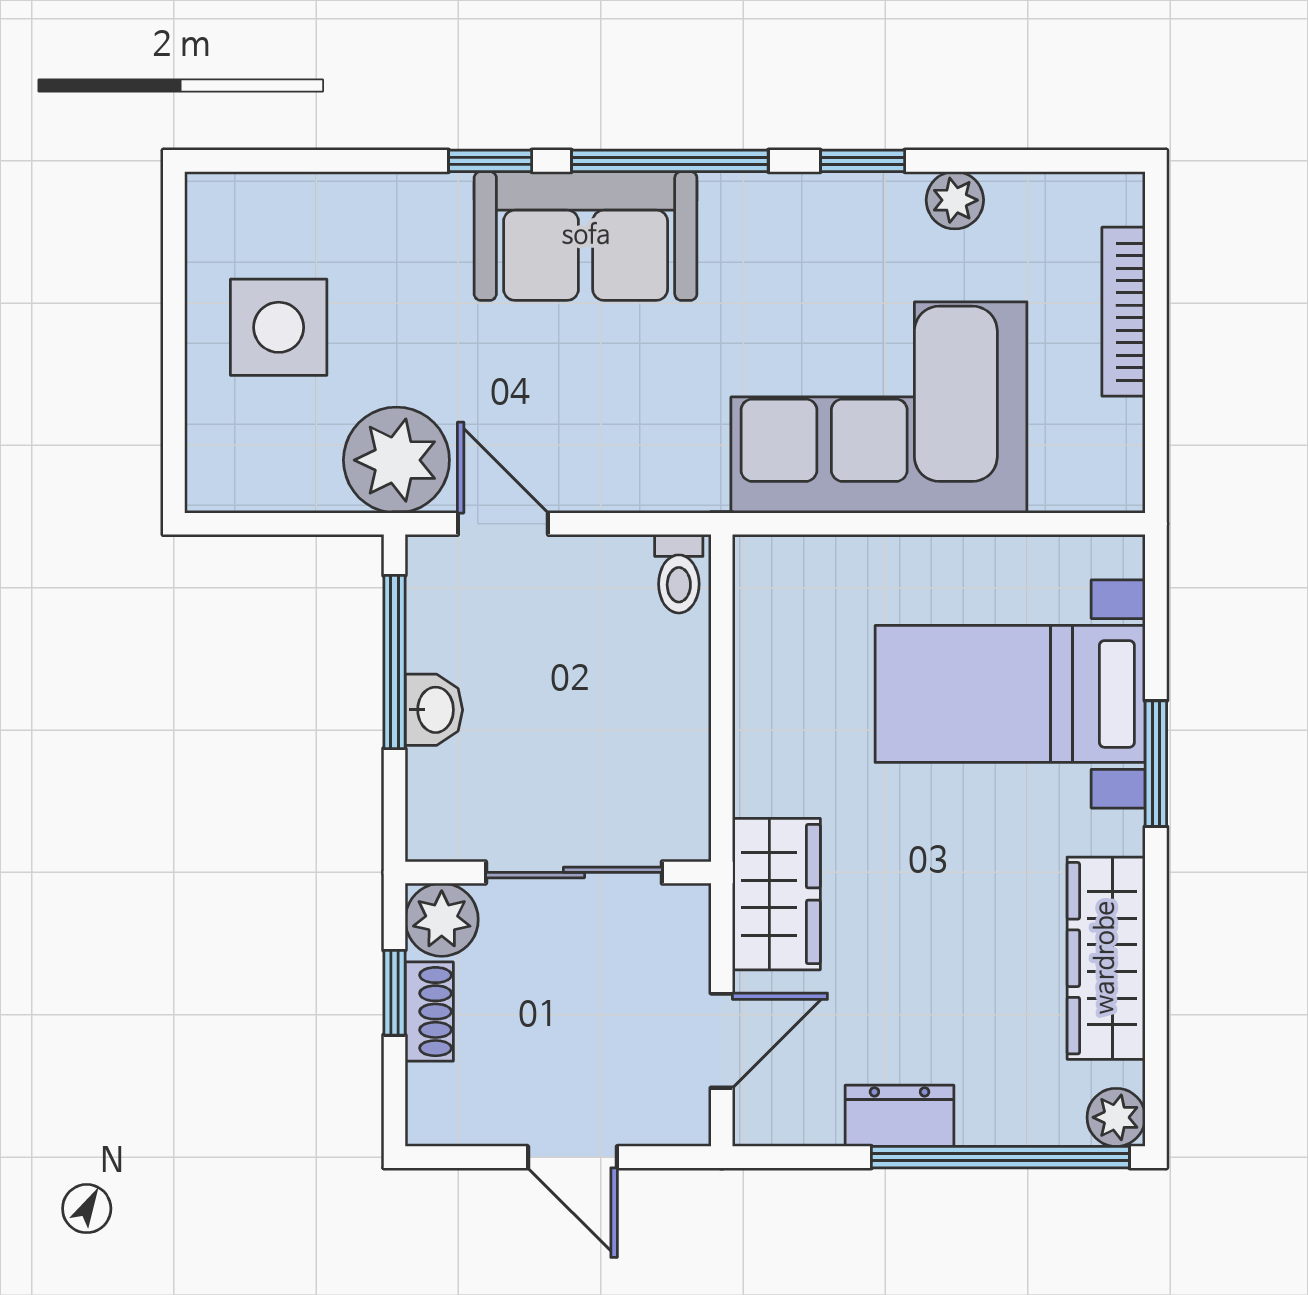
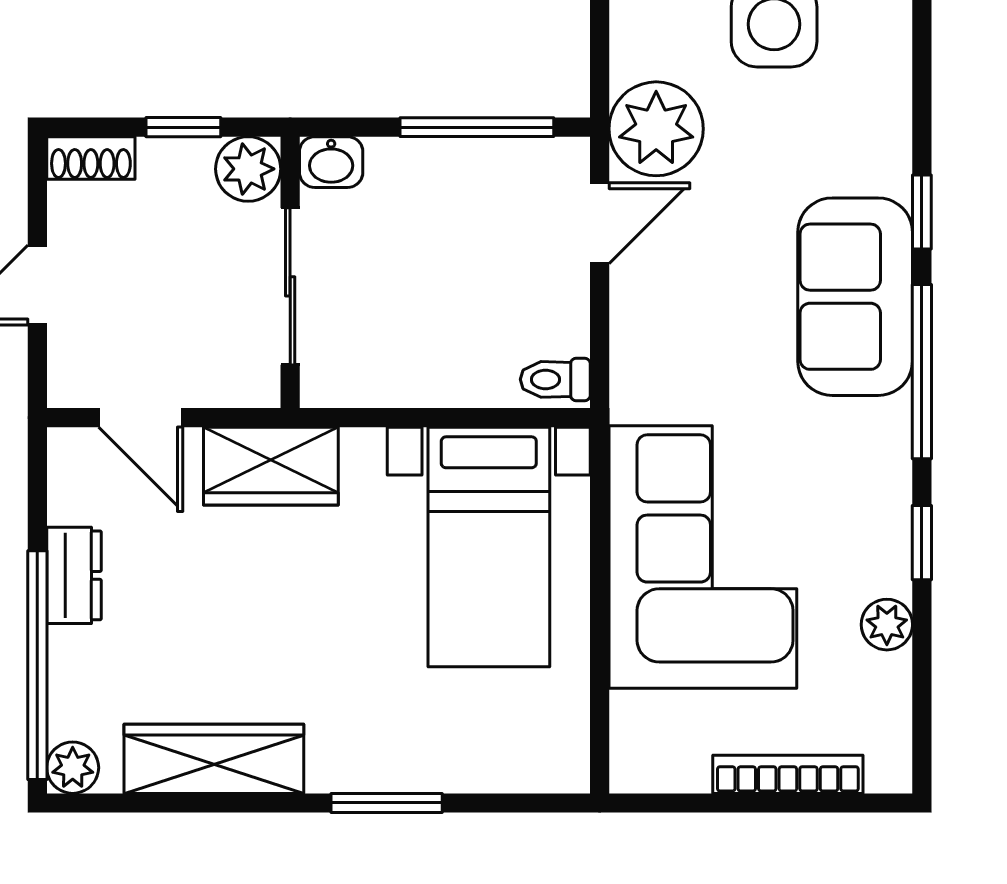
bed with nightstands: (1010, 694) -> (489, 547), moved, turned 180
washbasin: (434, 710) -> (331, 162), moved
shoe rack: (429, 1012) -> (91, 158), moved

